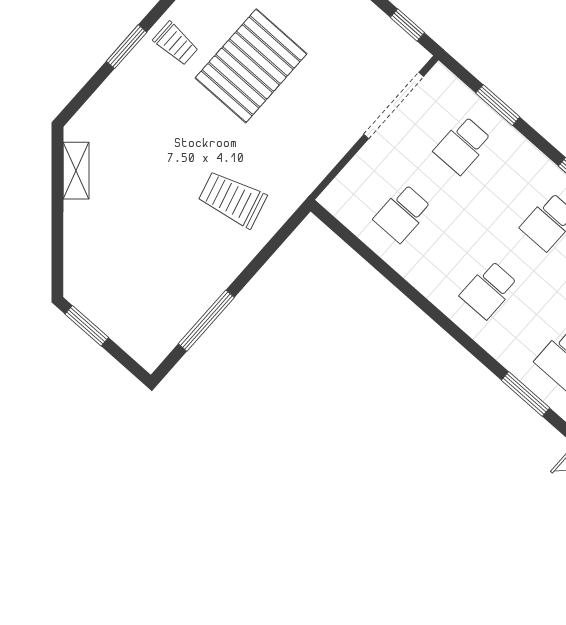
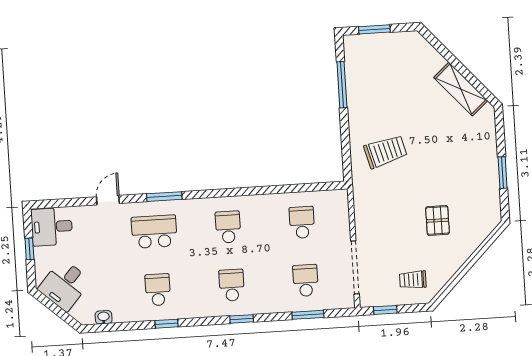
trolley: (176, 44) -> (413, 280), moved
pallet: (251, 66) -> (437, 220), width x0.49, depth x0.50
shelving: (76, 171) -> (461, 89), width x1.50, depth x1.33
window: (87, 326) -> (374, 29), moved

